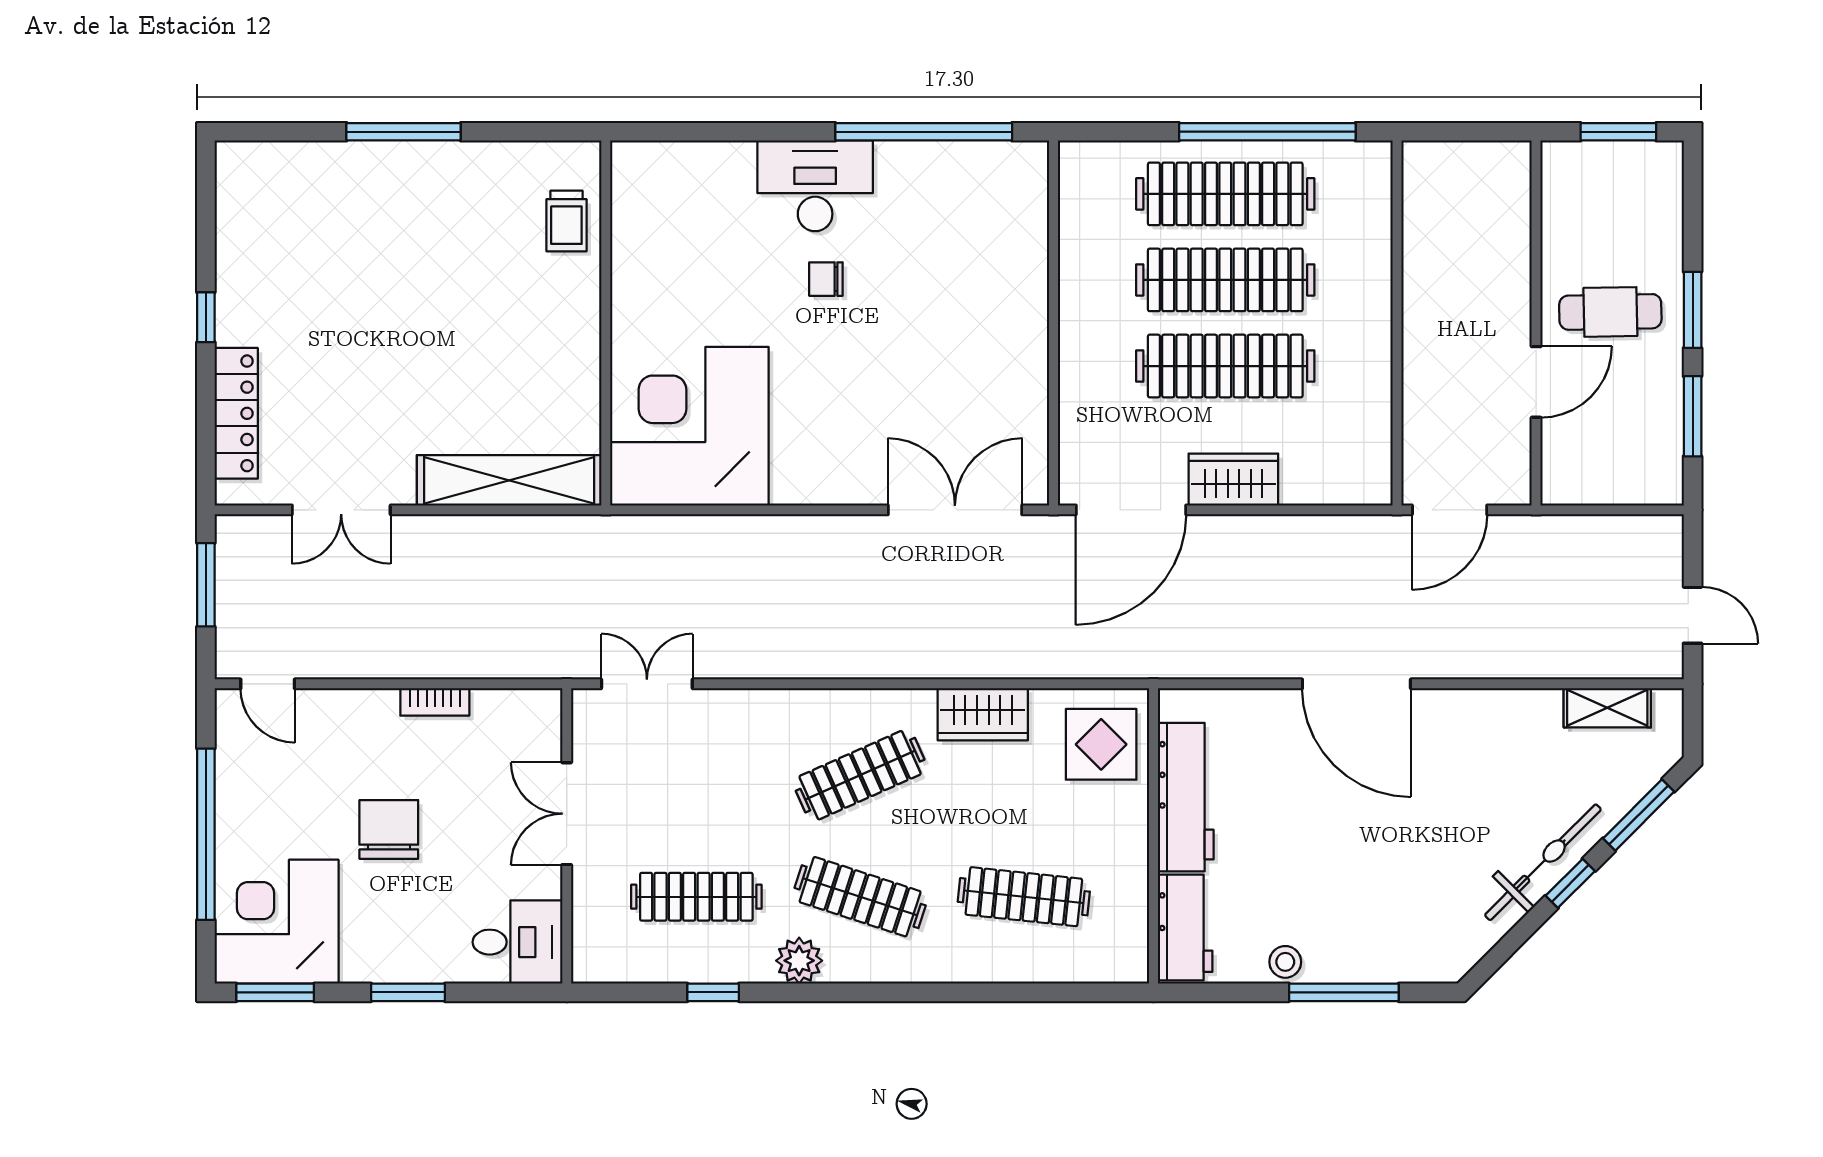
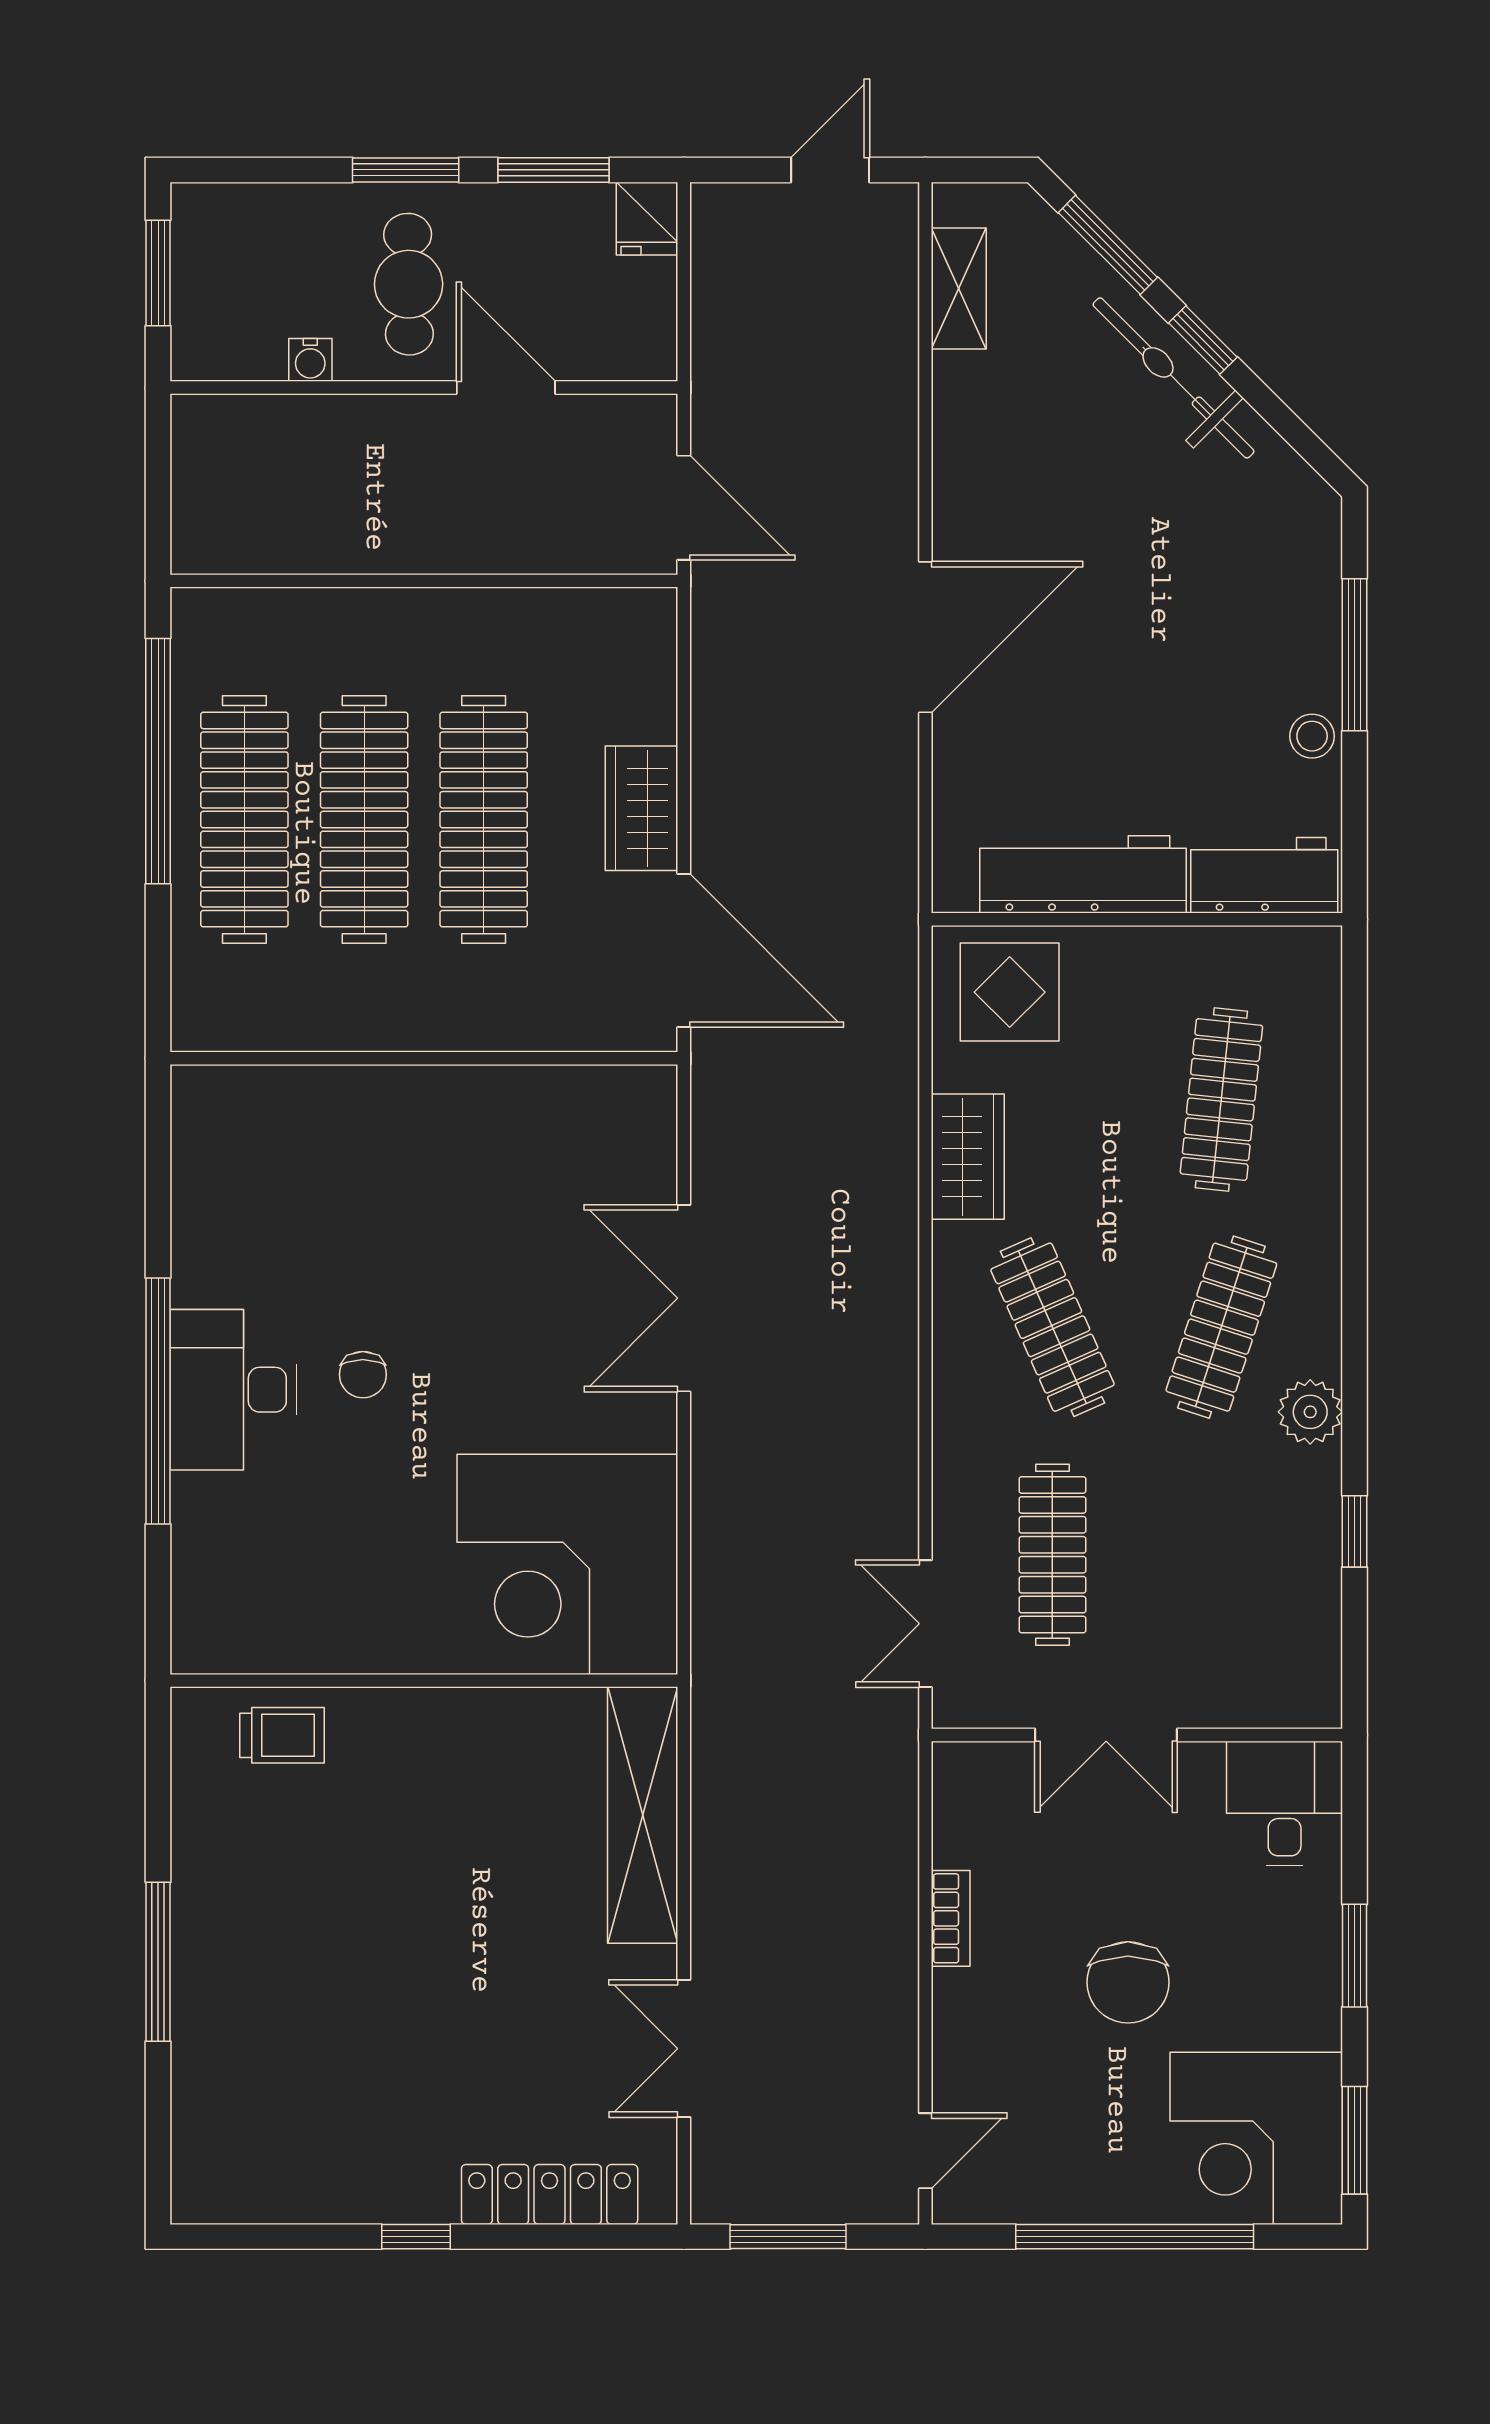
window: (924, 132) -> (158, 1401), moved
water cooler: (1556, 241) -> (310, 360), added
fridge: (1658, 483) -> (647, 219), added
double door: (341, 510) -> (684, 2049), swing flipped
double door: (955, 510) -> (684, 1298), moved
chair: (389, 829) -> (1128, 1982), turned -90
clothes rail: (696, 897) -> (1052, 1555), moved

